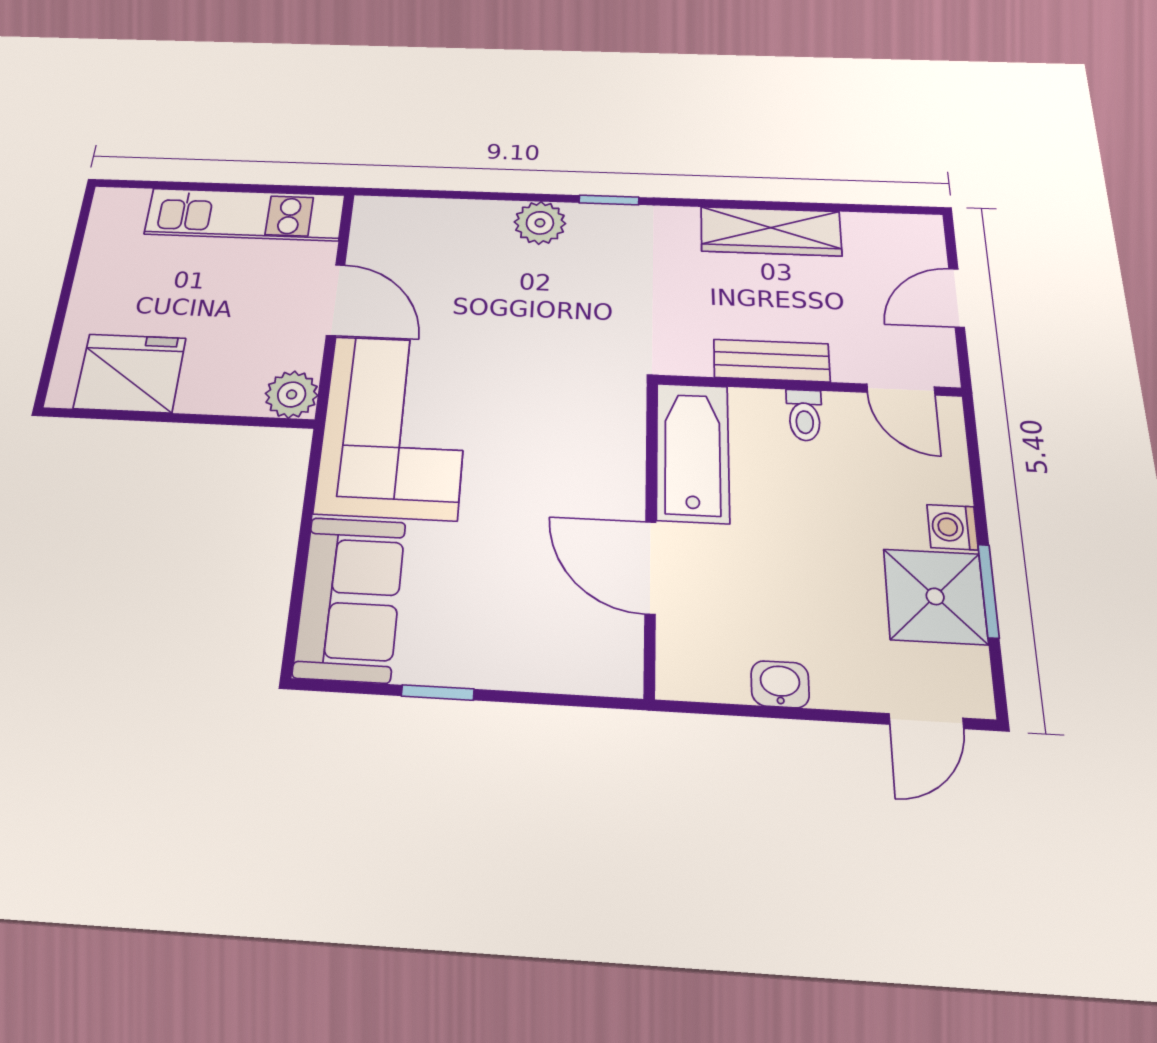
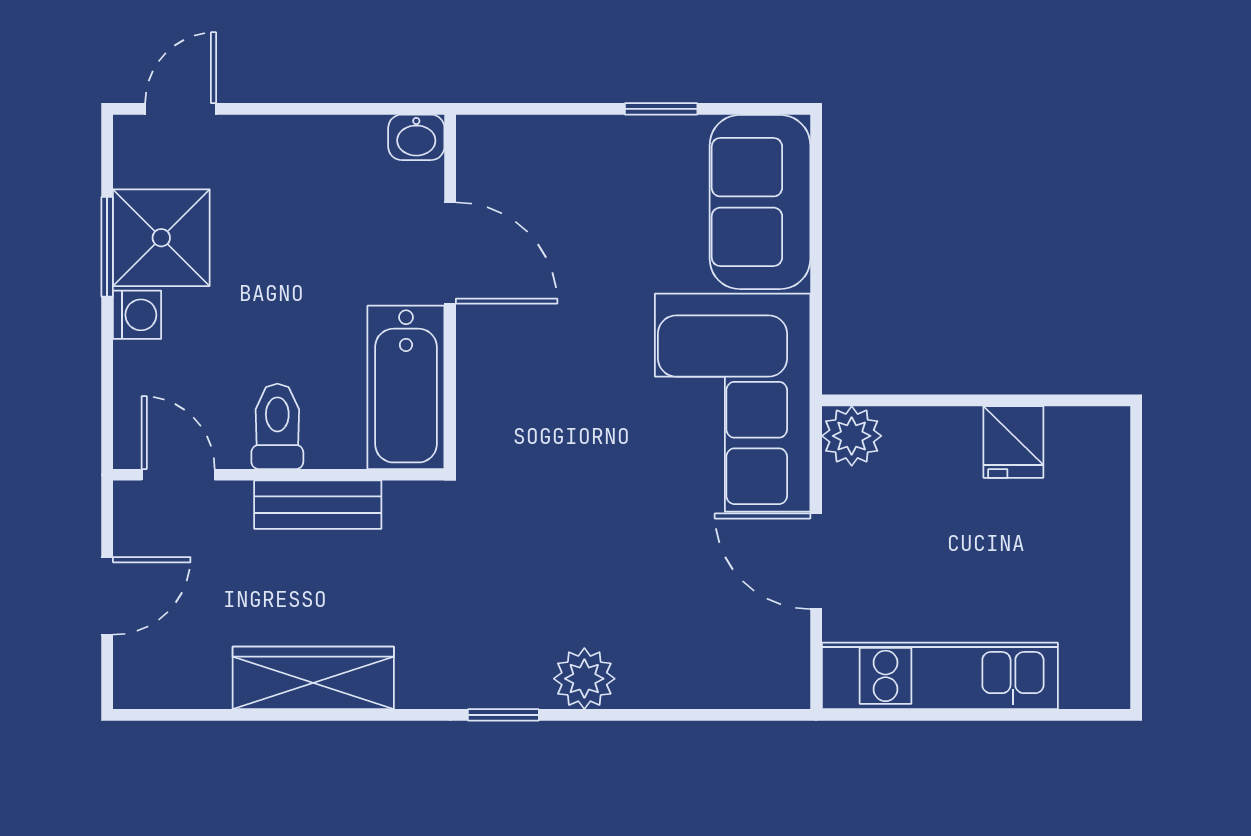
fridge: (130, 373) -> (1013, 442), width x0.53, depth x0.75
toilet: (804, 415) -> (277, 426), width x1.37, depth x1.39
washbasin: (780, 684) -> (416, 137), moved

